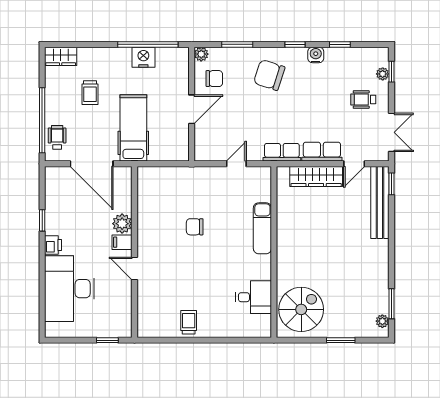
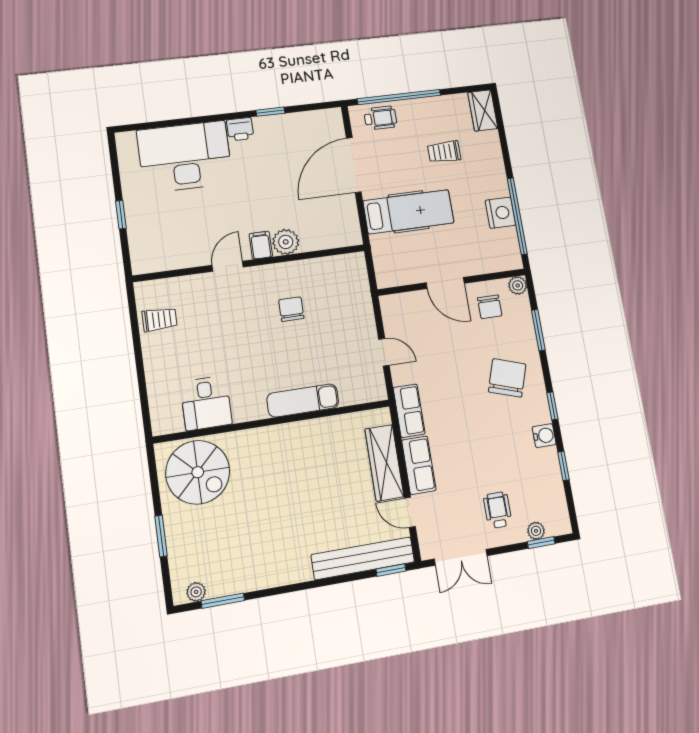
plant: (122, 224) -> (286, 242), moved
filing cabinet: (122, 242) -> (261, 245), moved
wall: (134, 252) -> (250, 263), moved
door: (134, 268) -> (228, 266), moved

